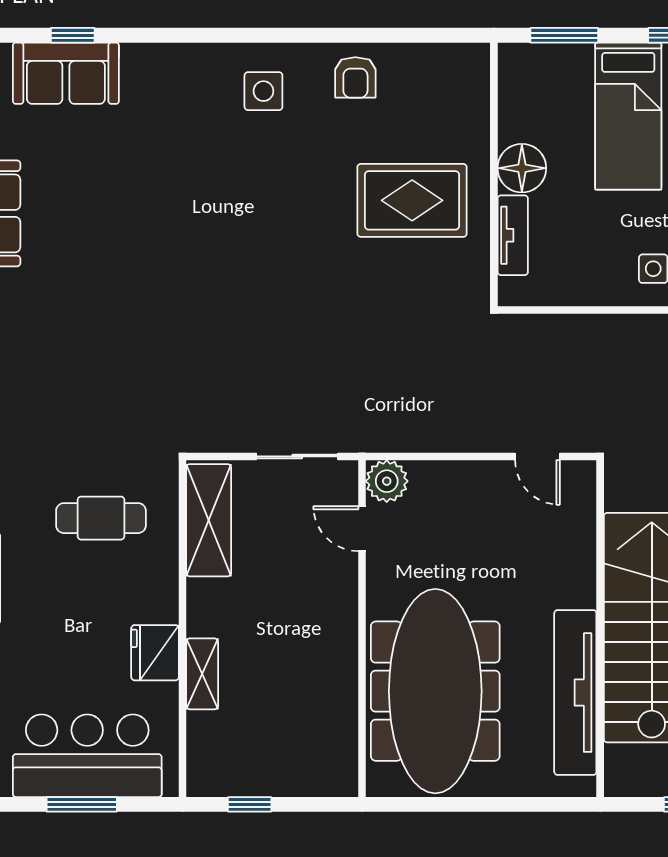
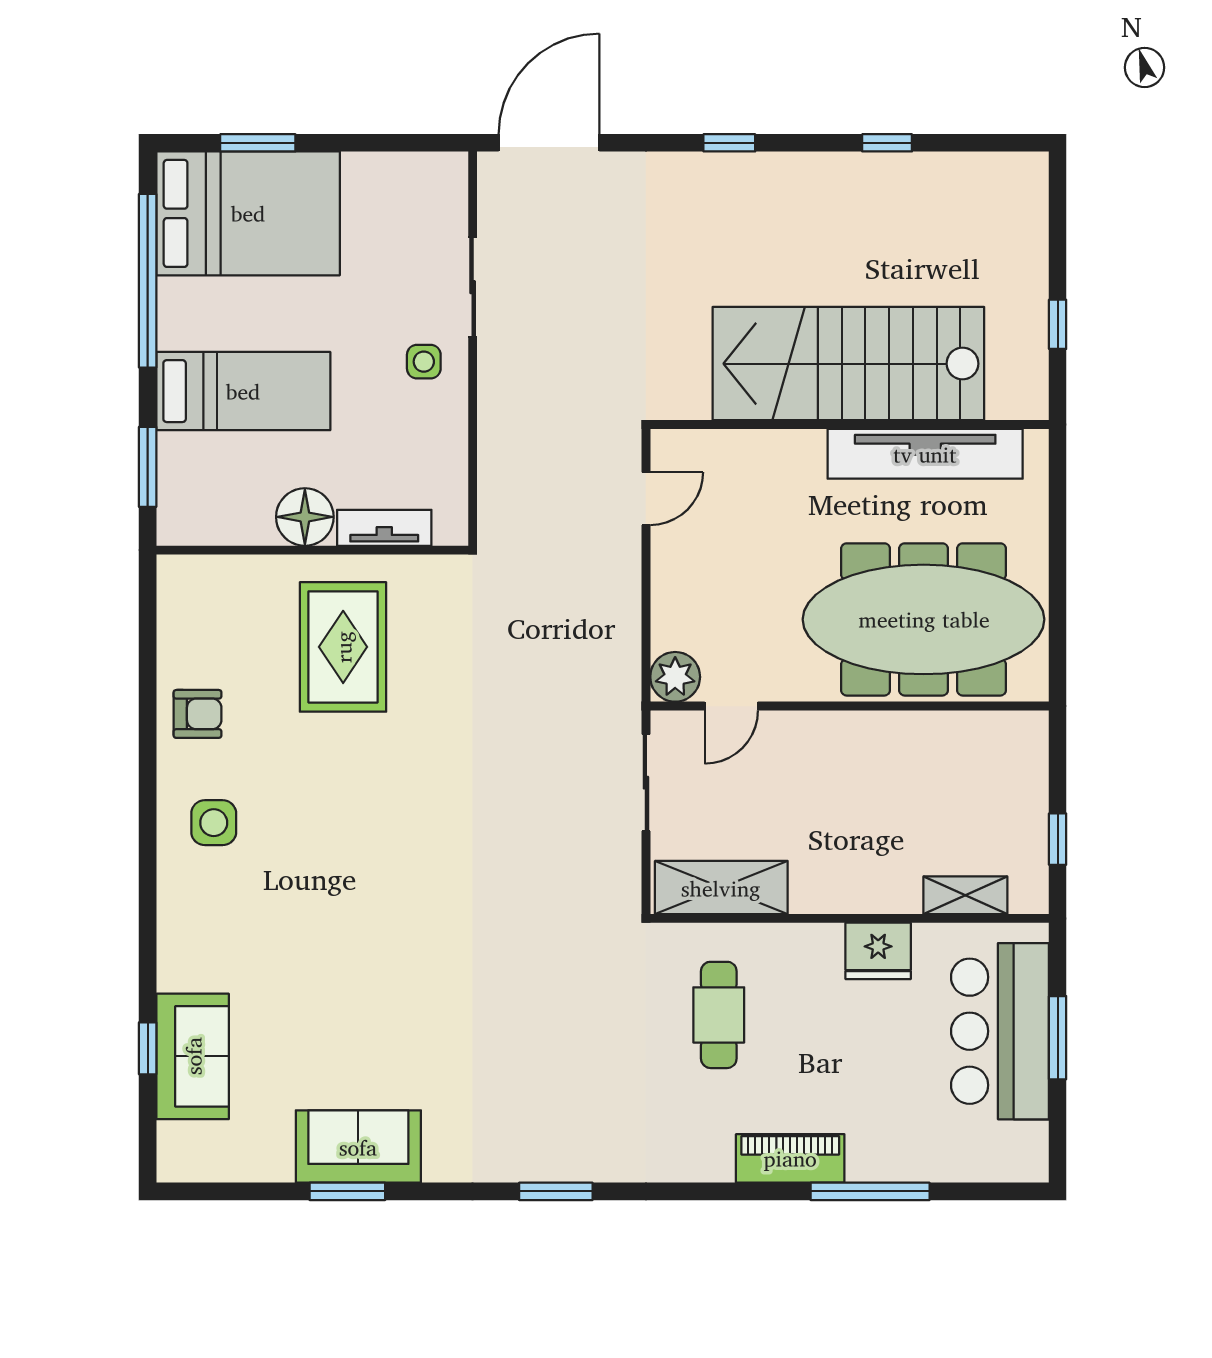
shelving: (202, 674) -> (965, 895), moved

